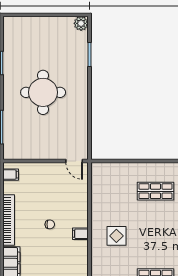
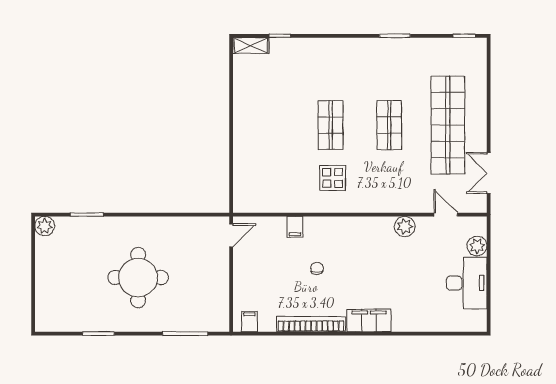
shop shelf: (155, 191) -> (331, 125), moved
filing cabinet: (80, 234) -> (295, 227), moved

